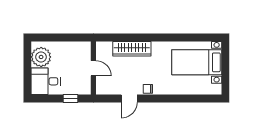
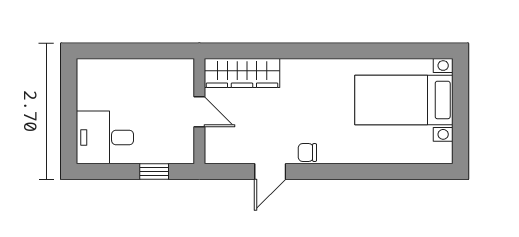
wardrobe: (132, 49) -> (242, 73), moved
plant: (41, 57) -> (96, 89), removed

